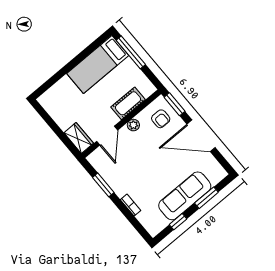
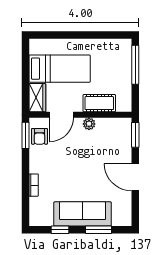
bed: (98, 64) -> (60, 69), moved, turned 180
armchair: (161, 119) -> (39, 136), moved
door: (201, 136) -> (135, 177), width x0.73
window: (103, 185) -> (25, 135), moved

